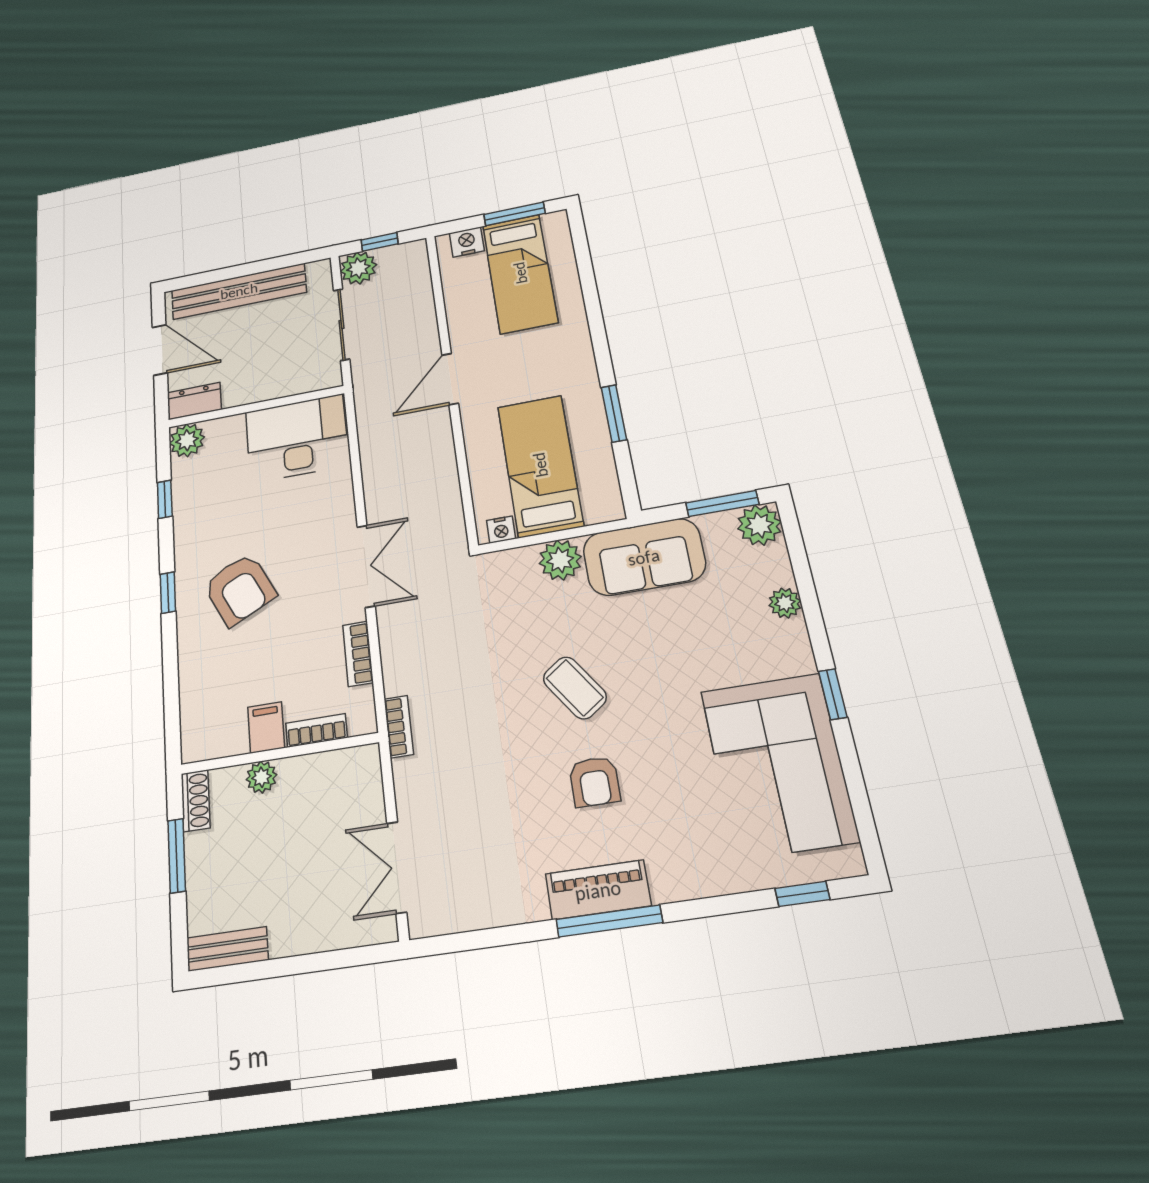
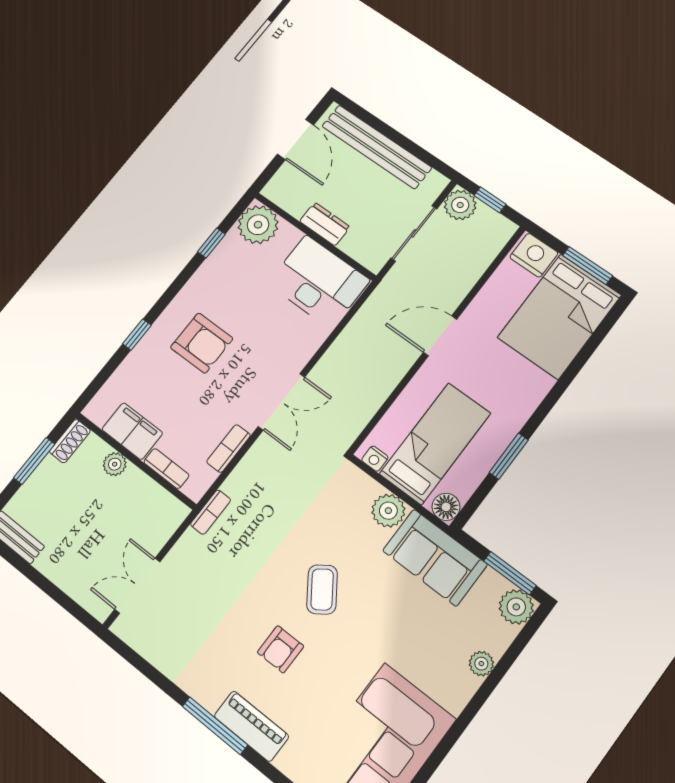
nightstand: (467, 242) -> (534, 255), width x1.36, depth x1.33
bed: (520, 273) -> (559, 316), width x1.50
dresser: (194, 401) -> (325, 224), moved
plant: (187, 440) -> (258, 225), width x1.36, depth x1.36
floor lamp: (607, 506) -> (446, 507), added
armchair: (240, 589) -> (202, 343), turned -64
window: (168, 593) -> (137, 335), moved
window: (833, 694) -> (451, 737), removed
filing cabinet: (266, 727) -> (132, 431), width x2.00
piano: (598, 890) -> (251, 726), moved

